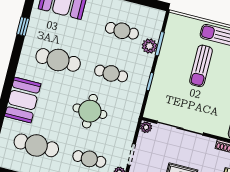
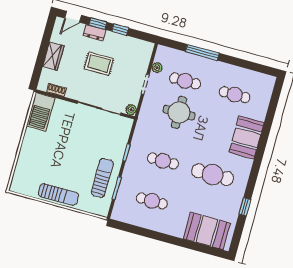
plant: (149, 46) -> (126, 186), removed
sun lounger: (201, 66) -> (102, 178), moved
round table: (90, 111) -> (179, 112), moved
cafe table: (36, 145) -> (235, 95), width x0.73, depth x0.74

